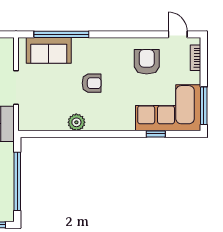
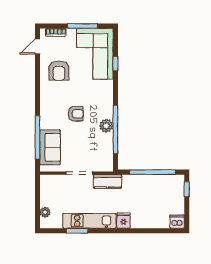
armchair: (147, 62) -> (59, 71), turned -90
armchair: (92, 83) -> (76, 114), turned 90
window: (204, 106) -> (82, 26), moved
window: (72, 134) -> (115, 130), added

